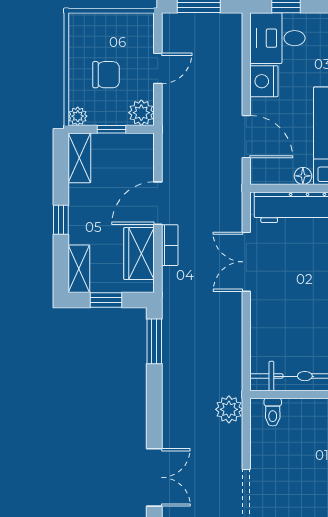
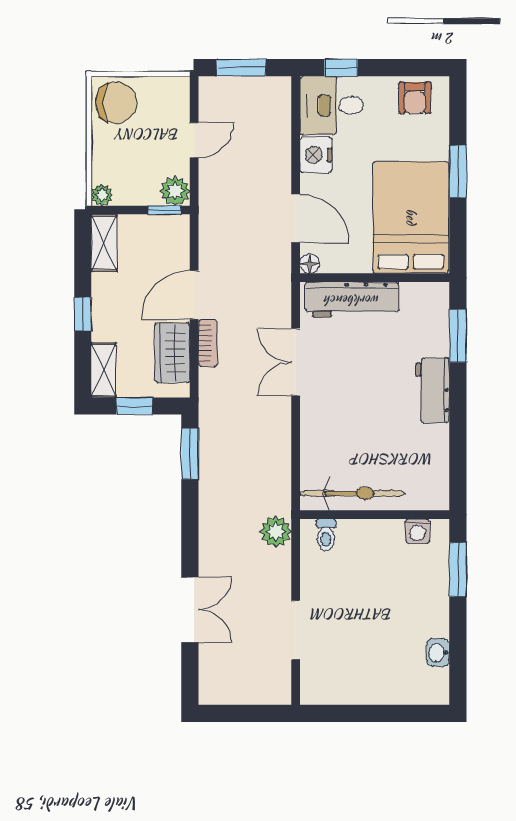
chair: (106, 75) -> (116, 103), moved, width x1.37, depth x1.37
window: (112, 129) -> (164, 210), moved
floor lamp: (303, 176) -> (310, 264), moved

